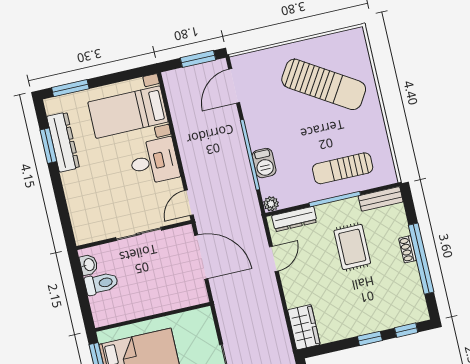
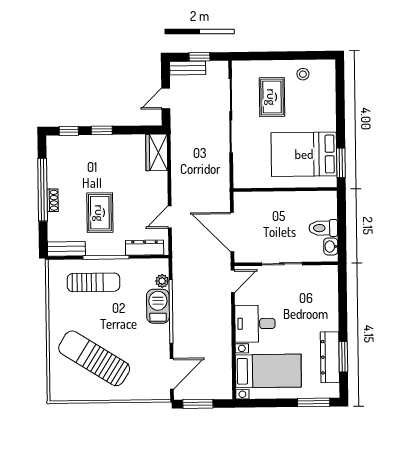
barbecue: (264, 163) -> (158, 306), width x1.38, depth x1.27
plant: (271, 204) -> (162, 281), moved

